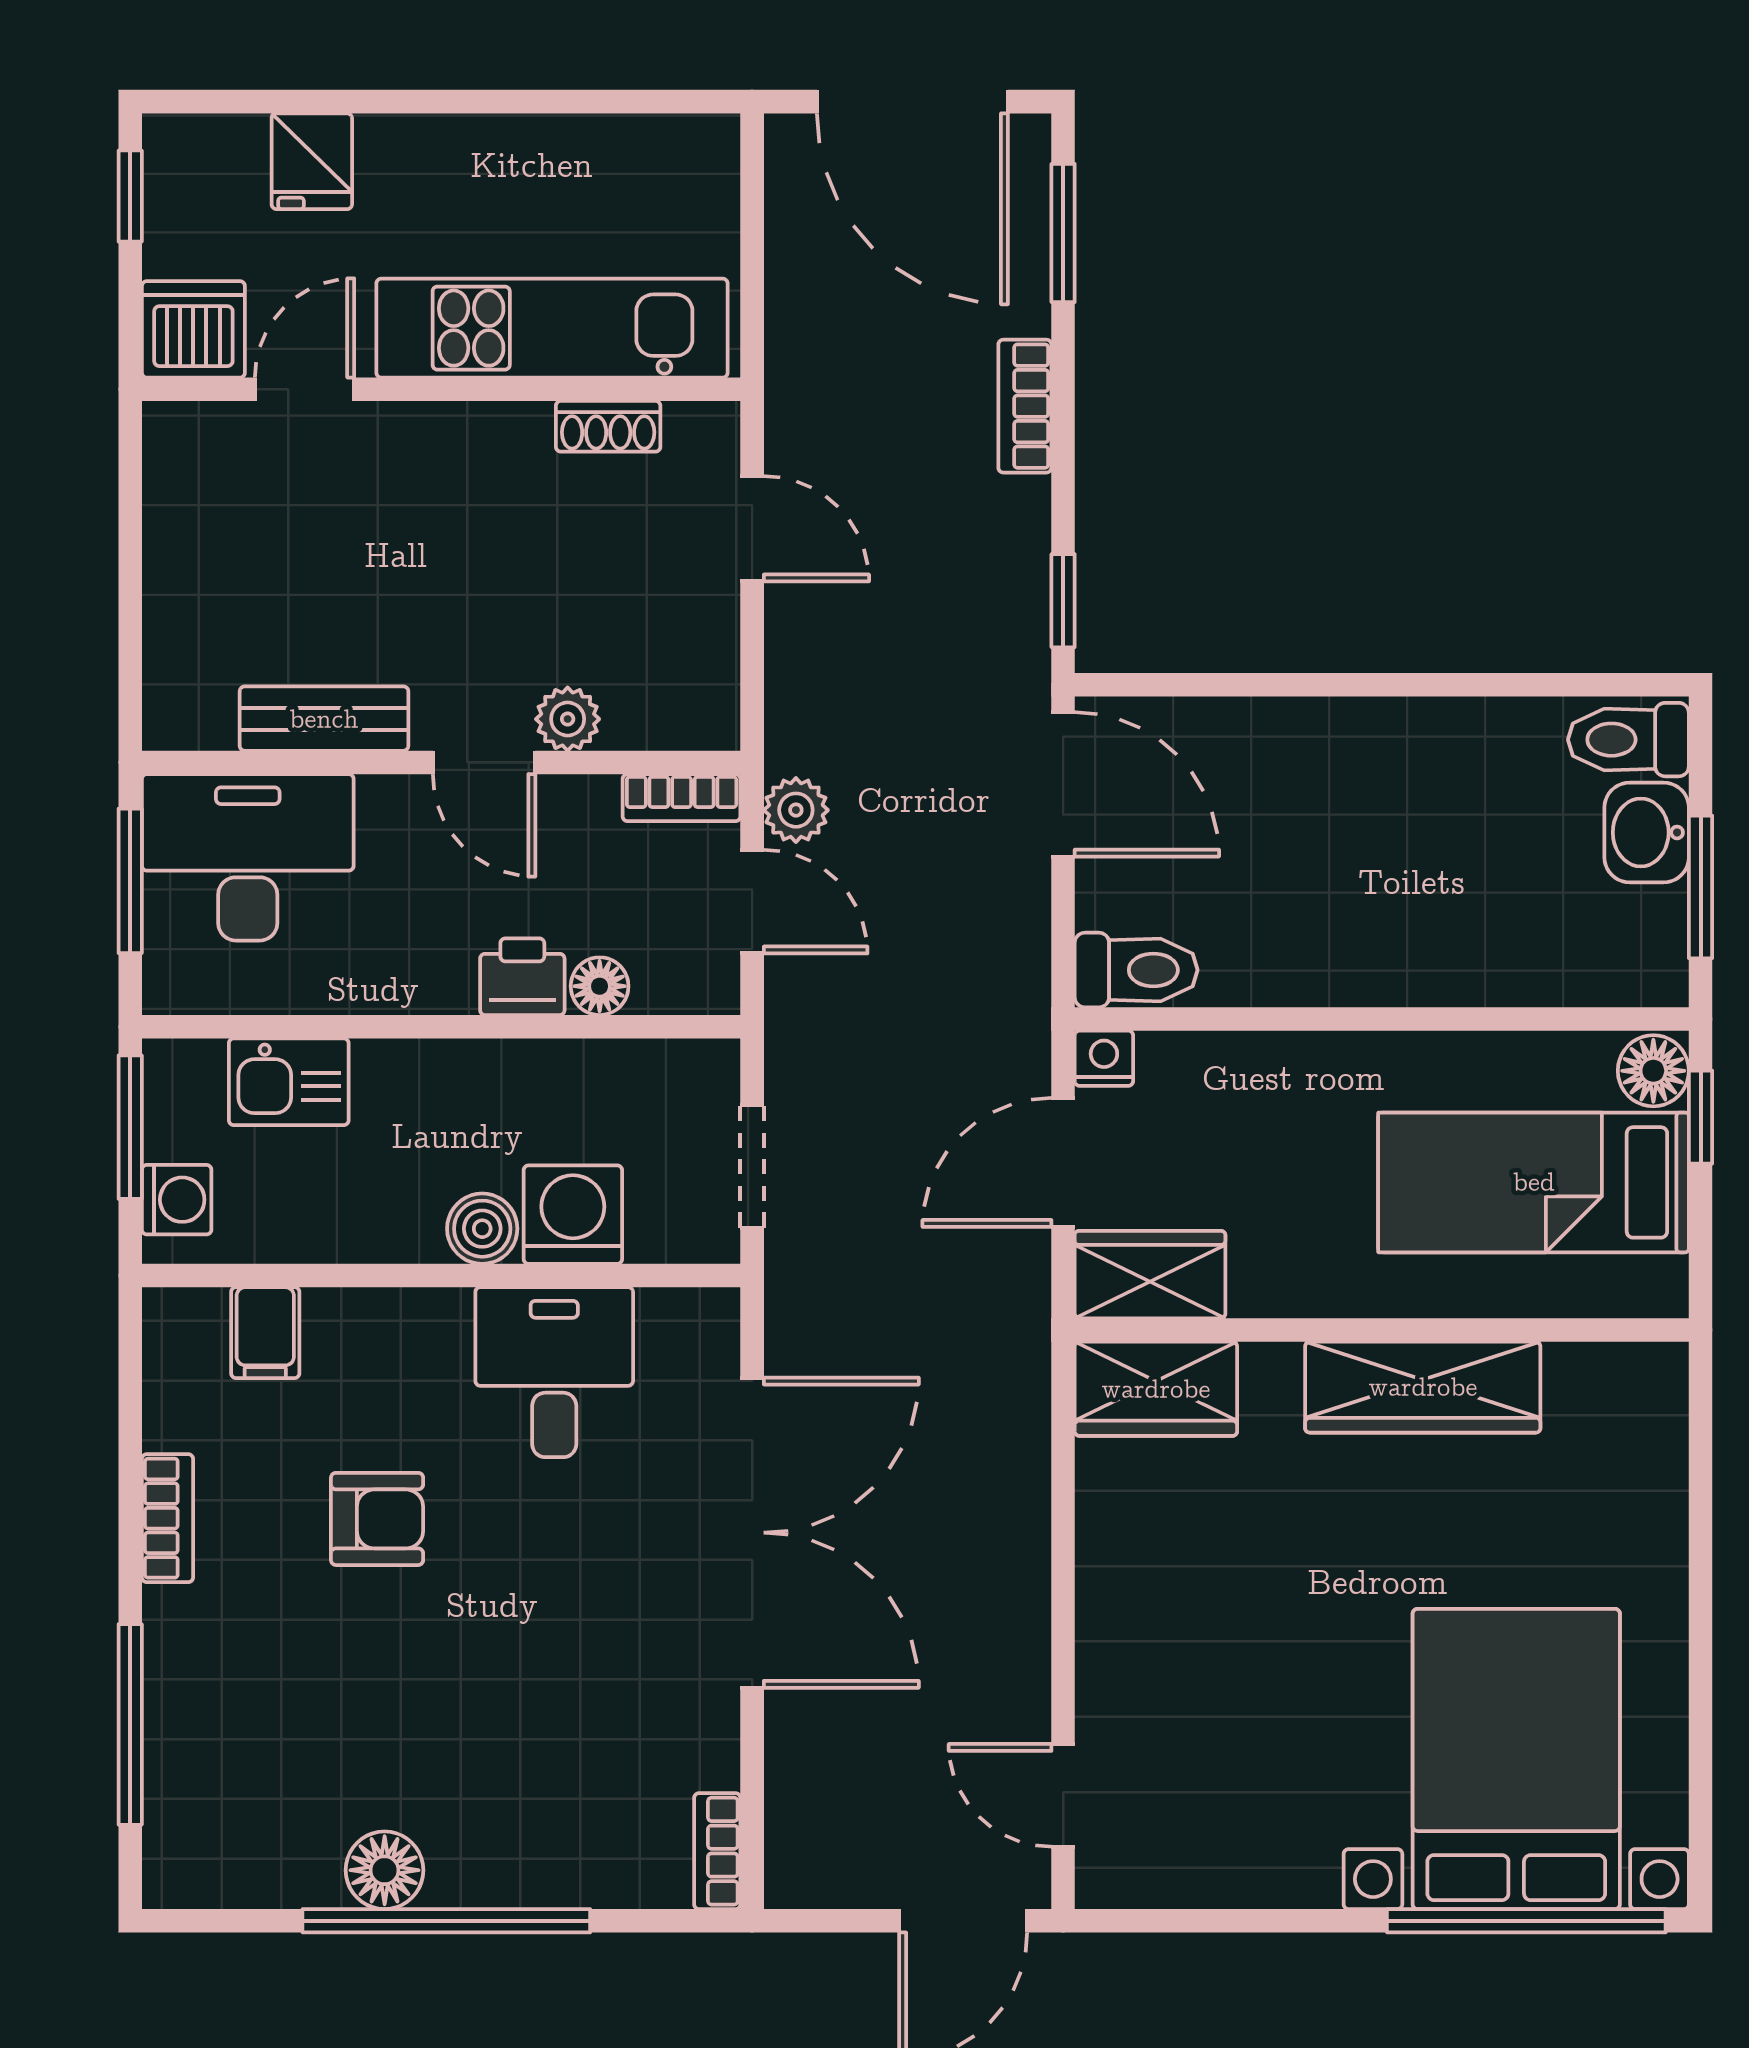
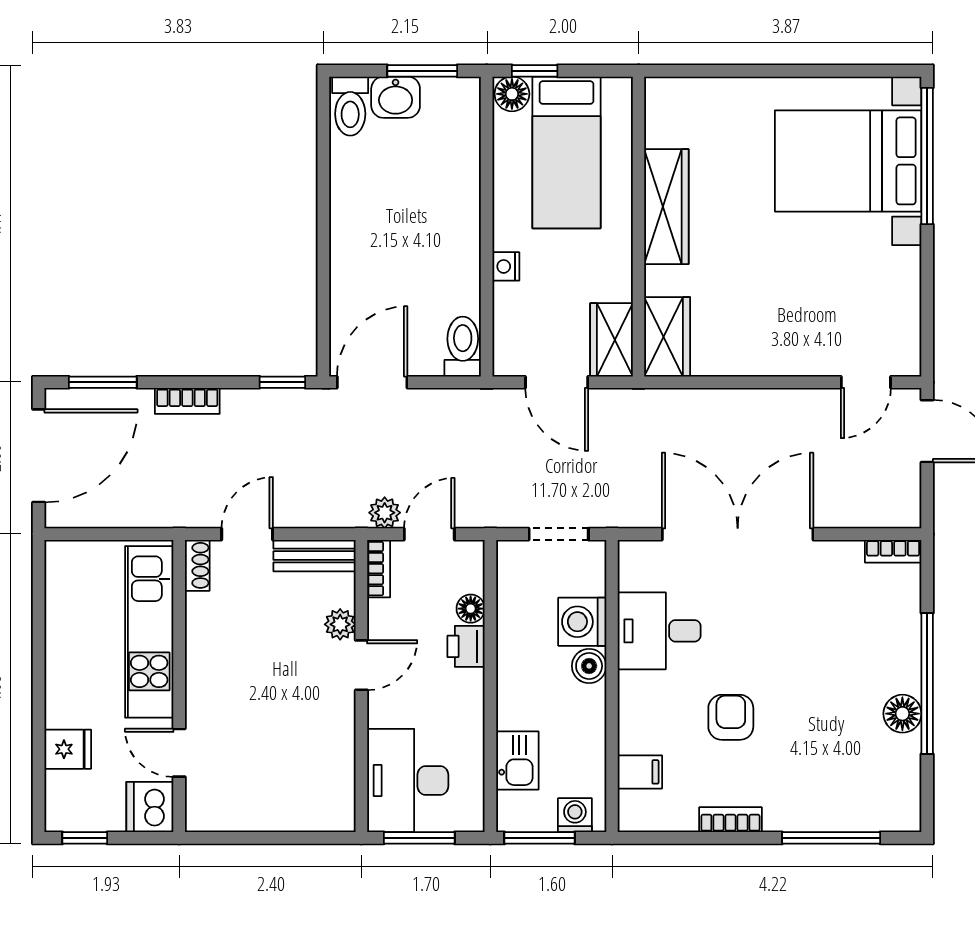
shoe rack: (608, 426) -> (197, 565), moved
bench: (324, 719) -> (314, 556), moved, turned 90
nightstand: (1104, 1058) -> (506, 266), moved

